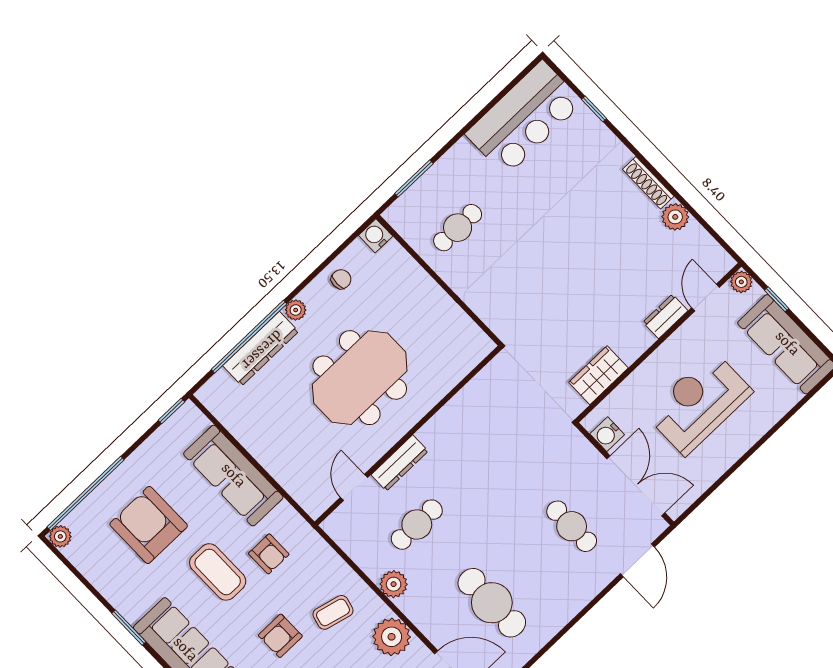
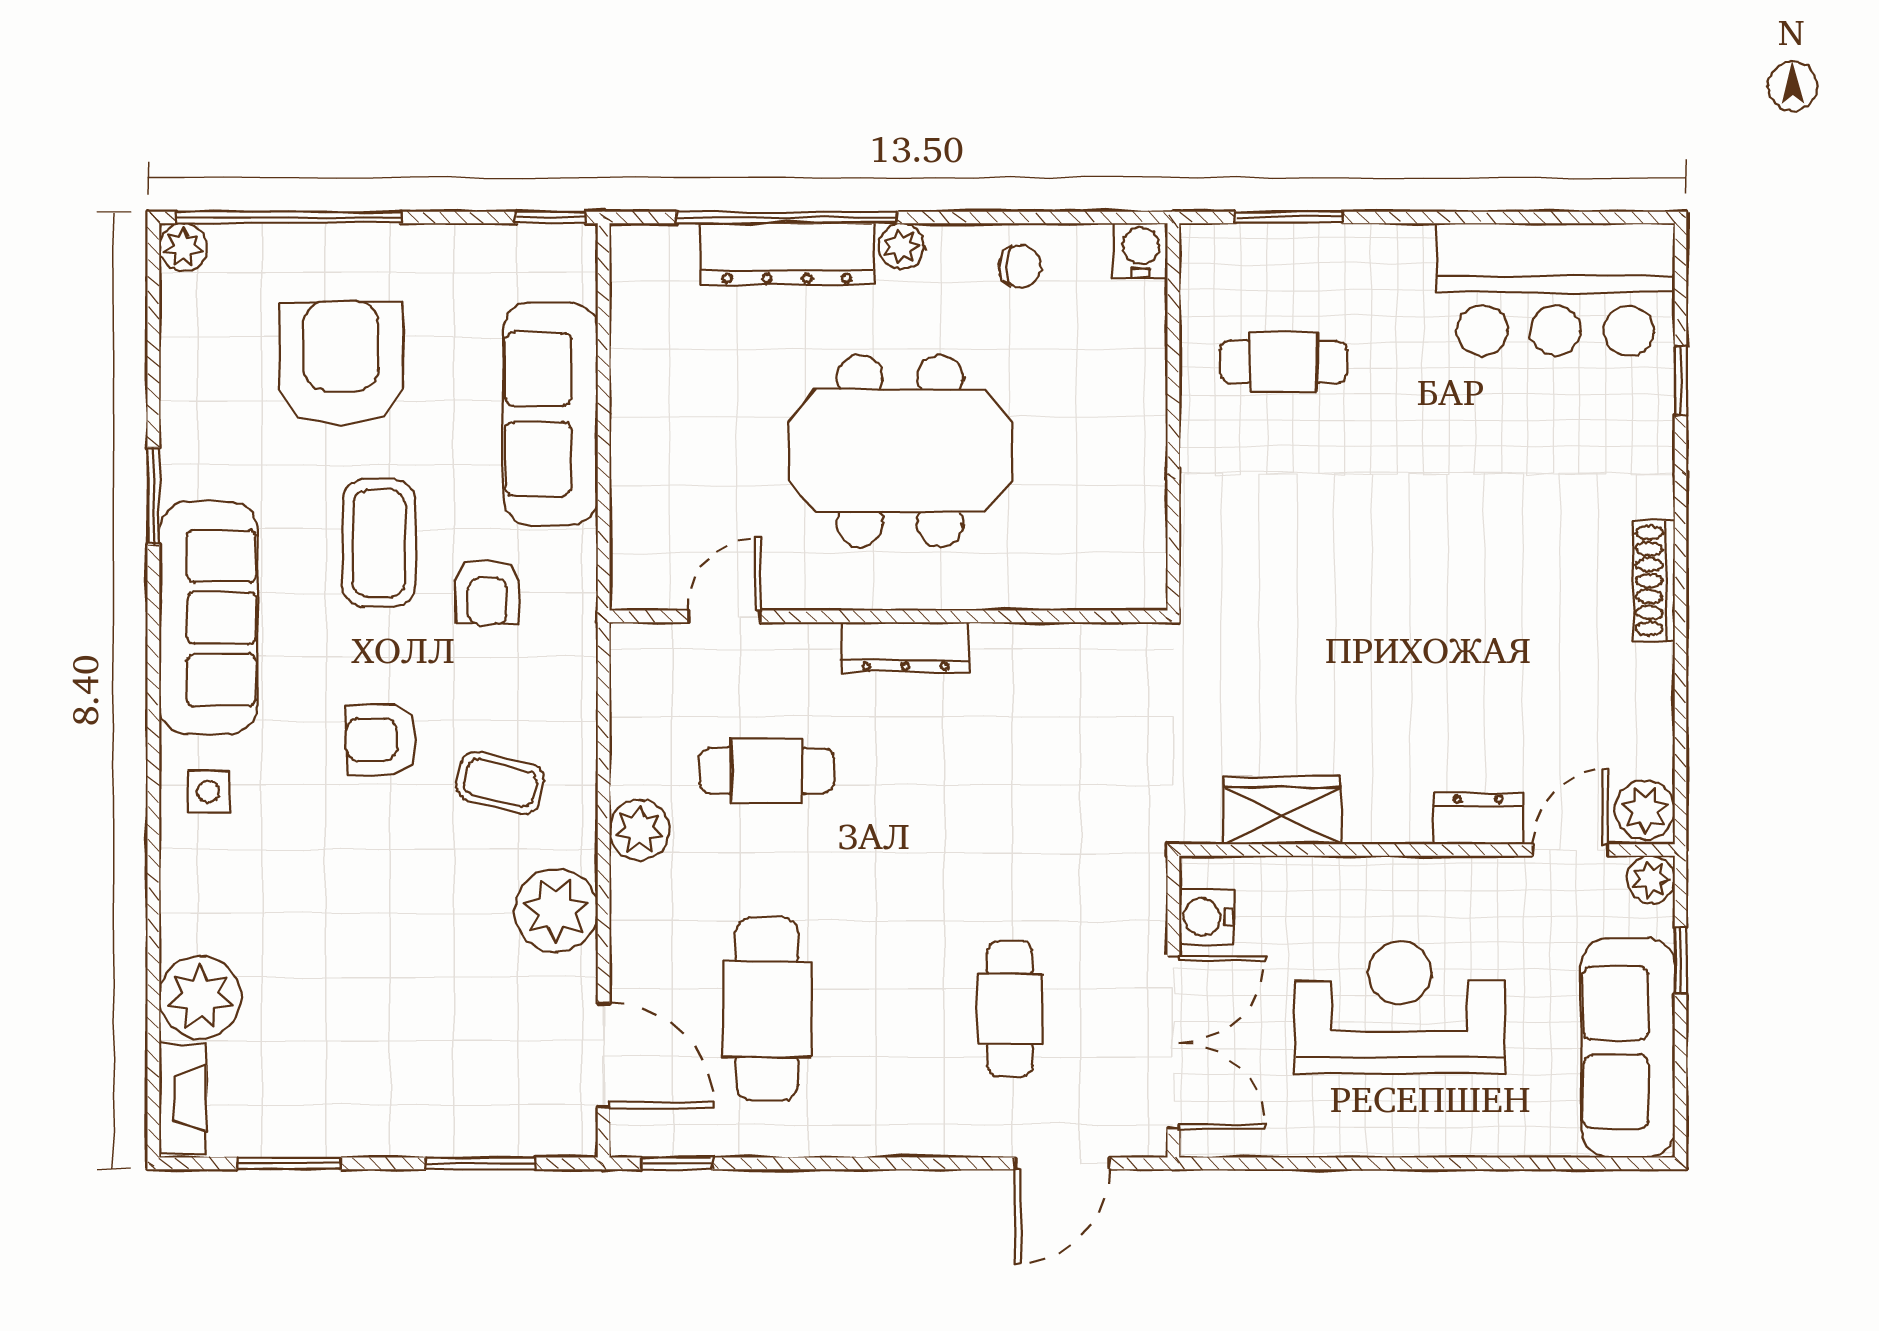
plant: (675, 217) -> (1645, 810), moved
dresser: (400, 463) -> (905, 647), moved

